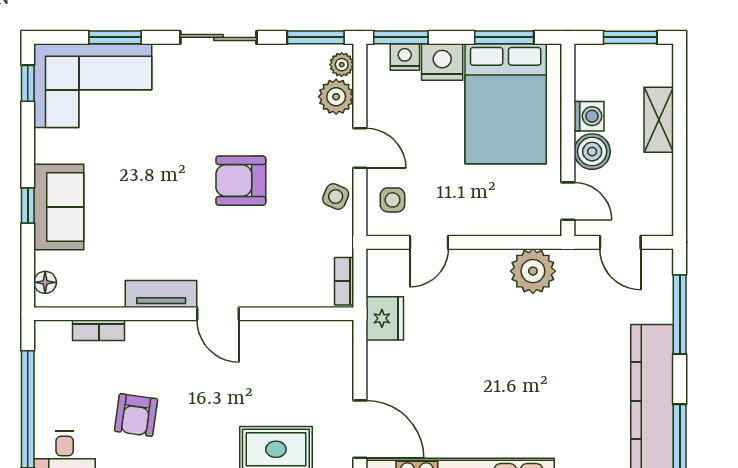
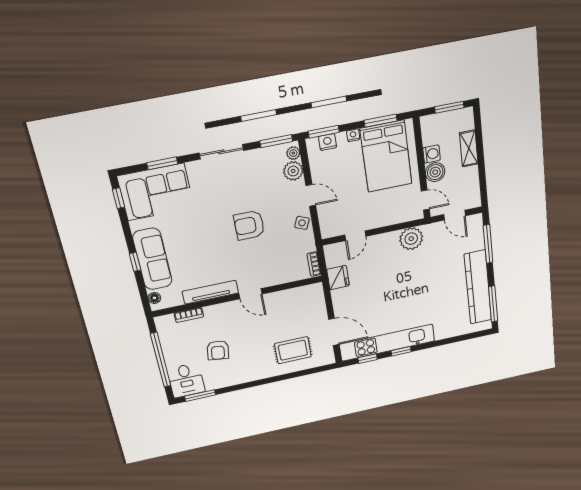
nightstand: (442, 62) -> (353, 135), width x0.53, depth x0.56
side table: (392, 200) -> (333, 218), removed
sofa: (59, 207) -> (152, 259), width x1.36
tv unit: (161, 294) -> (210, 292), width x1.41

